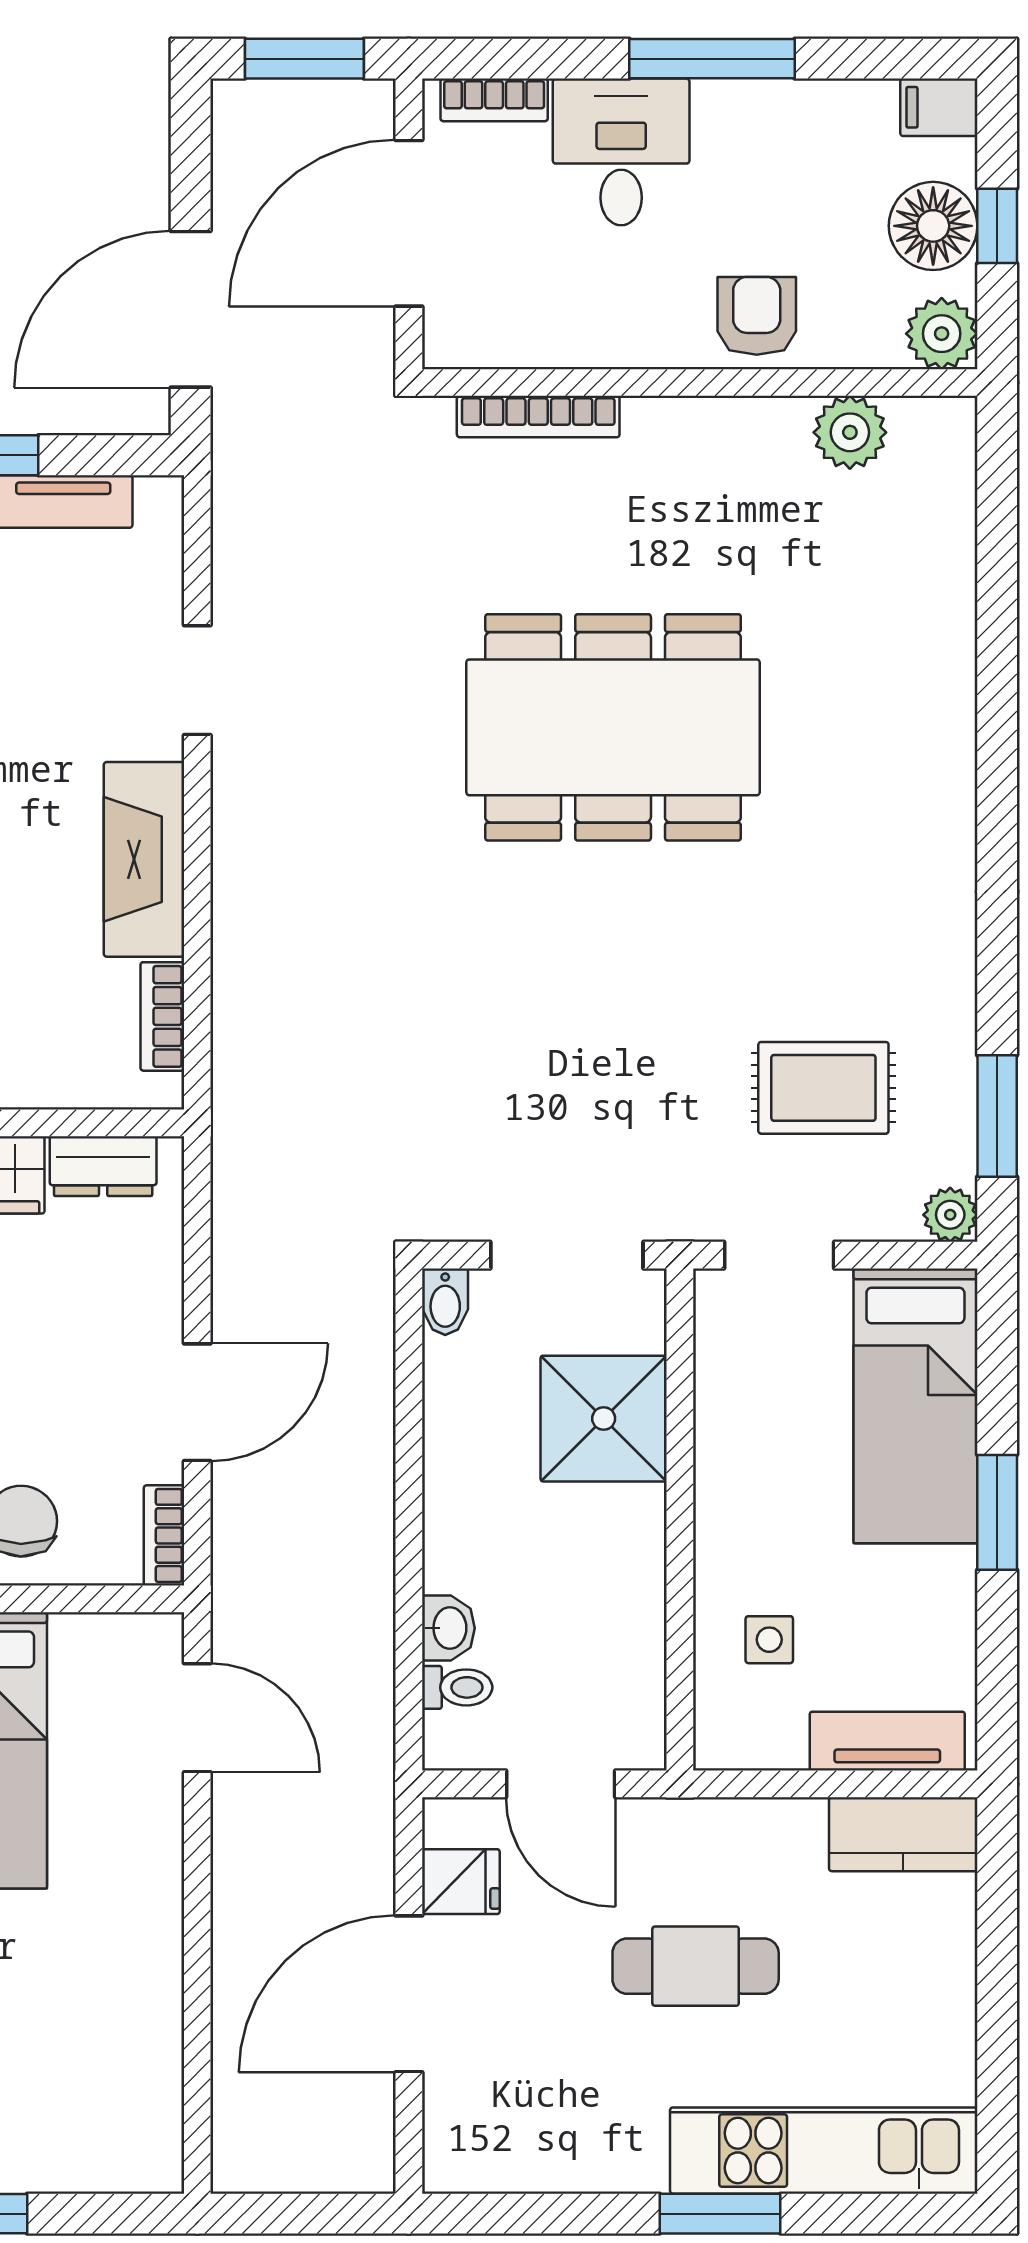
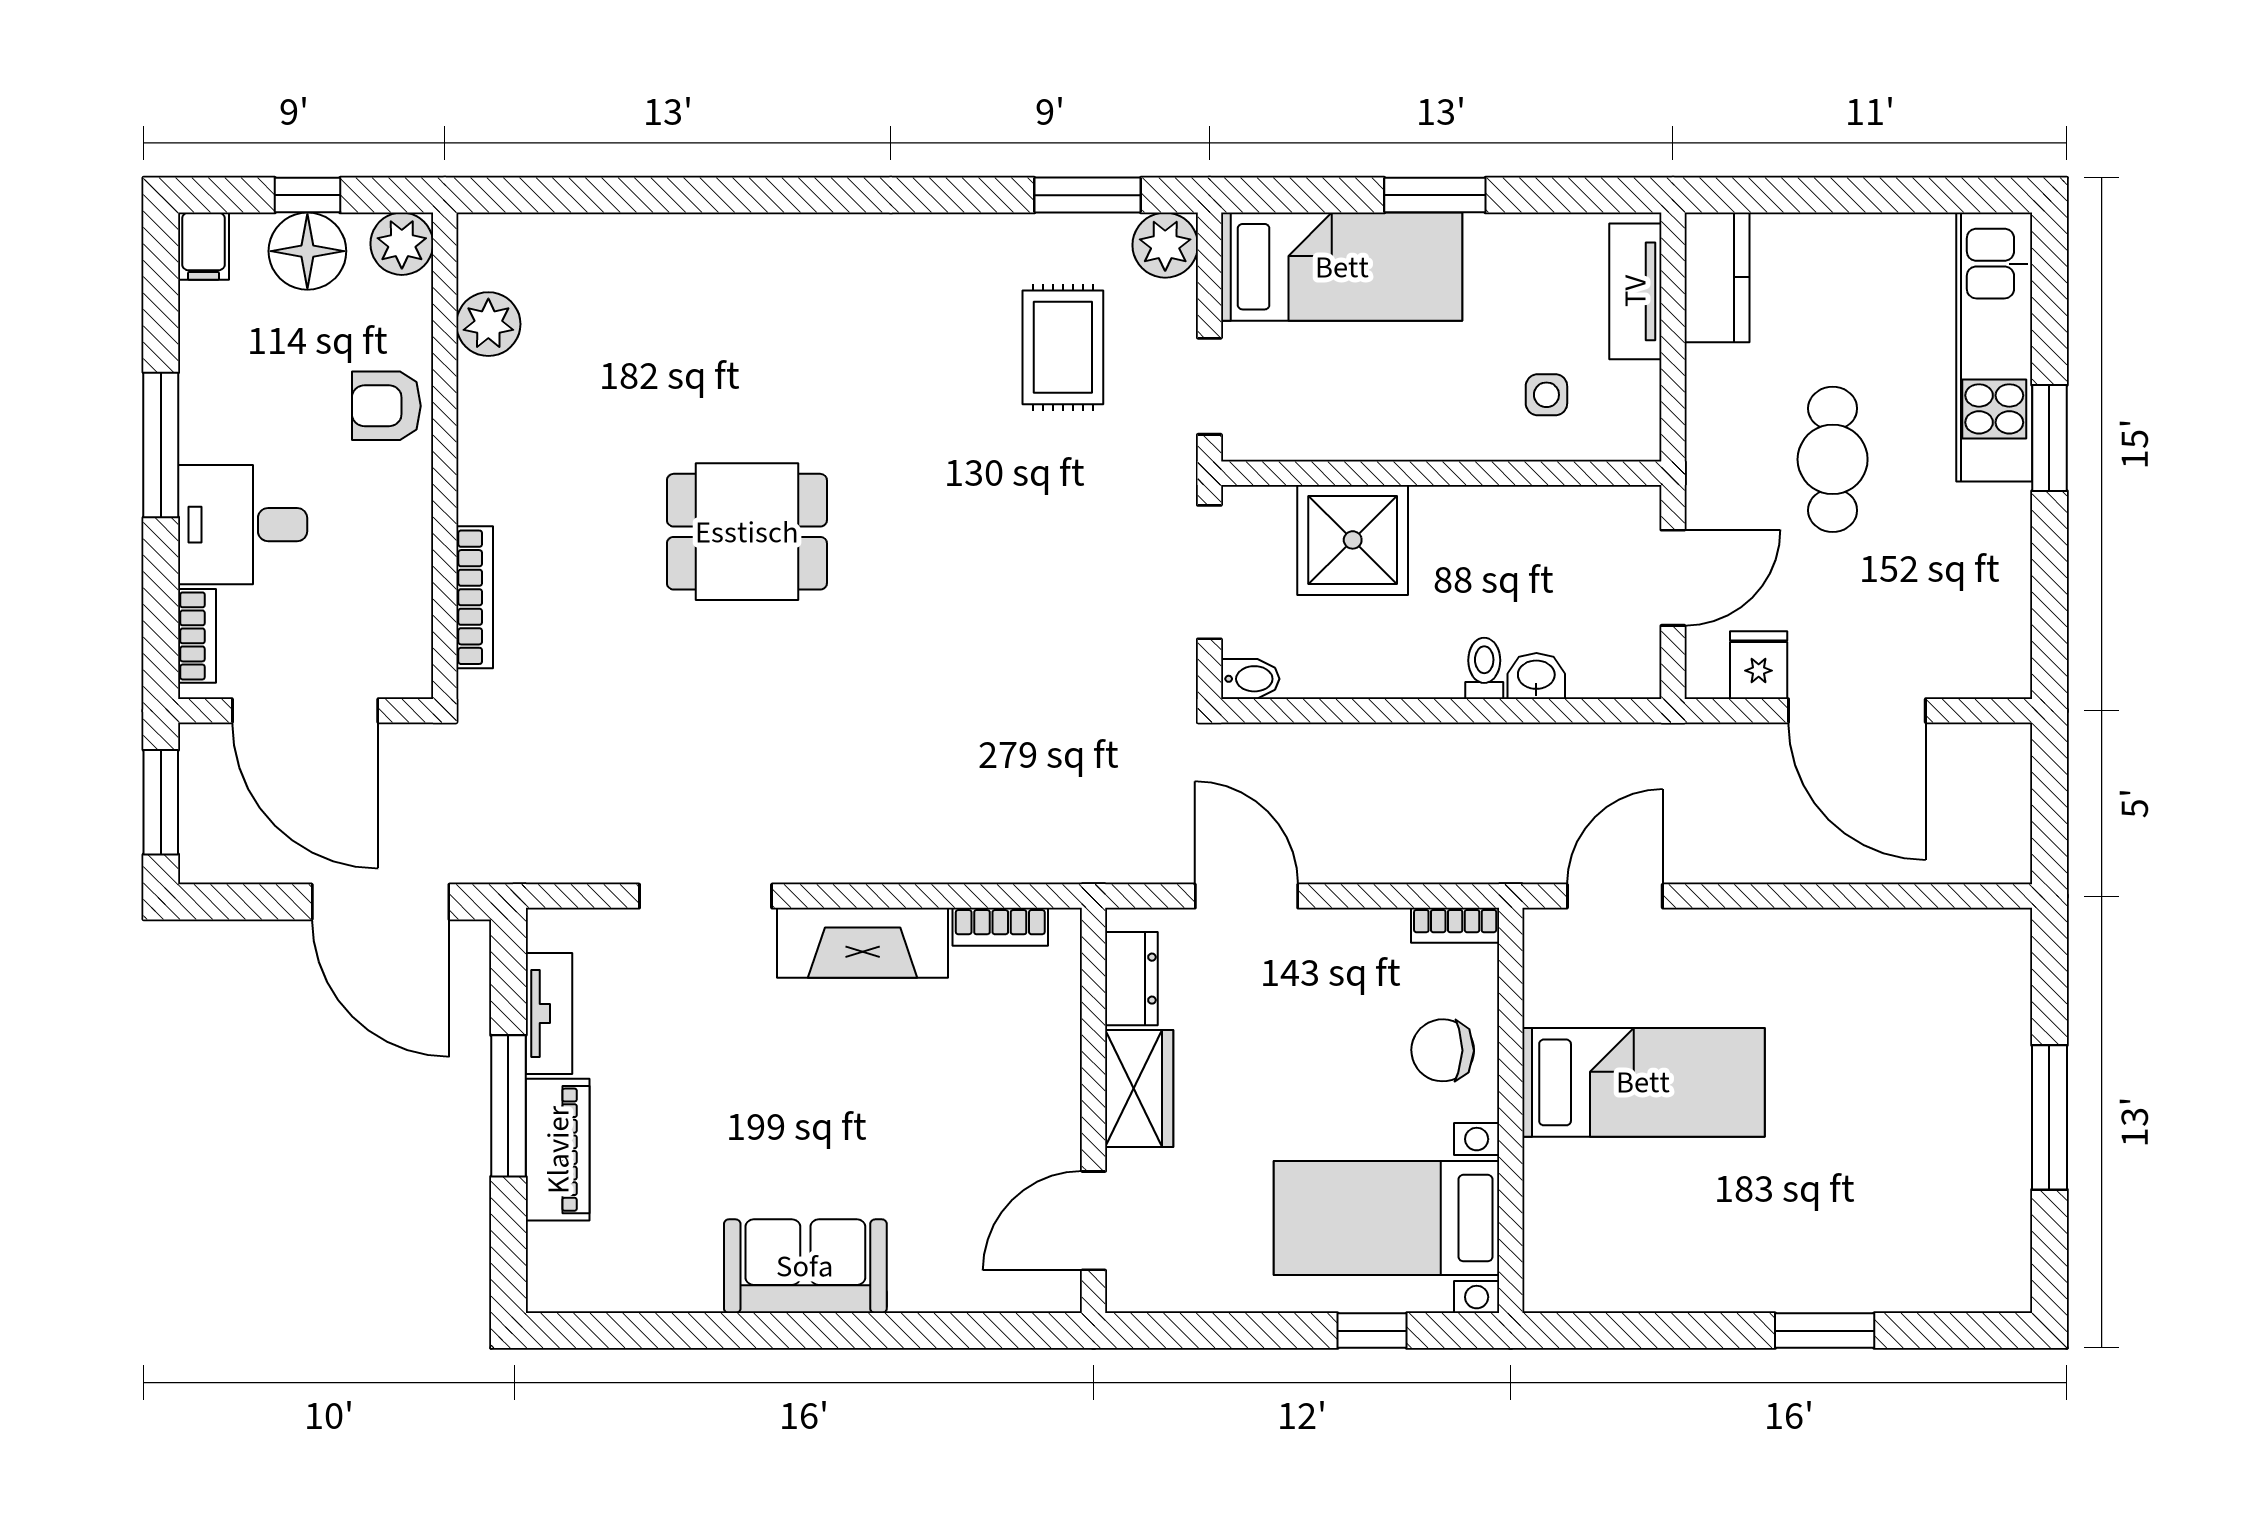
doorway: (197, 680) -> (706, 896), width x1.38
dining table: (613, 727) -> (747, 532), width x0.53, depth x0.80
plant: (950, 1215) -> (1165, 245), width x1.38, depth x1.38
door: (197, 1402) -> (1246, 896), moved
toilet: (457, 1687) -> (1484, 668), moved

